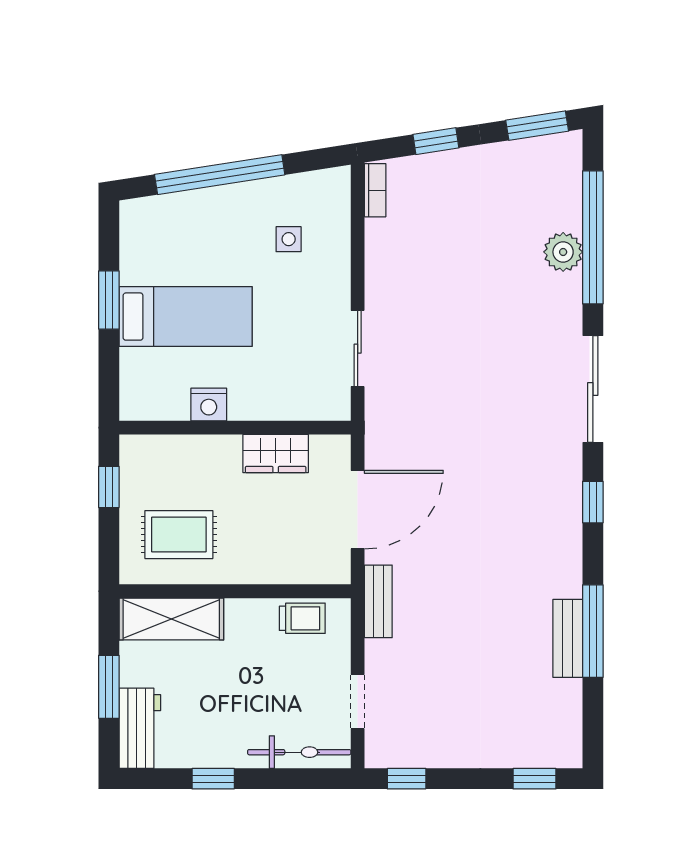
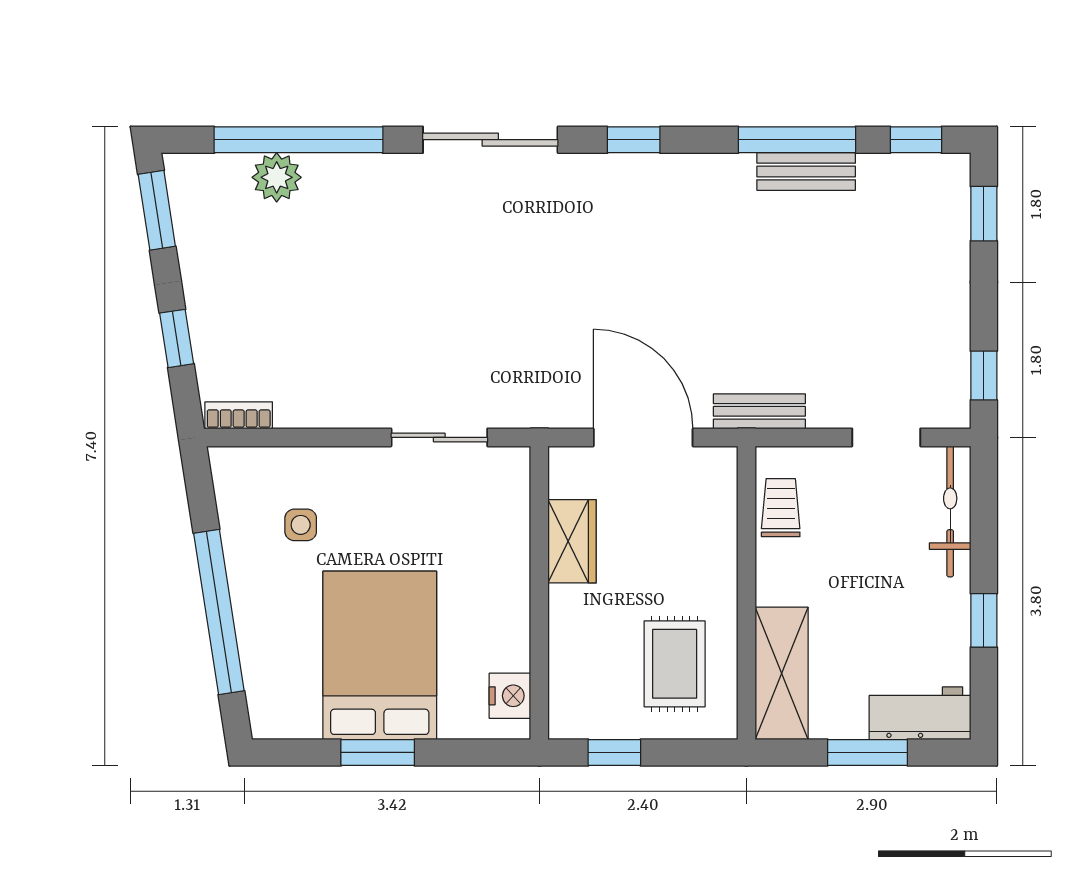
plant: (563, 252) -> (277, 177), moved
bed: (186, 317) -> (380, 655), width x1.50
nightstand: (209, 404) -> (510, 696), moved
window: (593, 725) -> (916, 140), added

